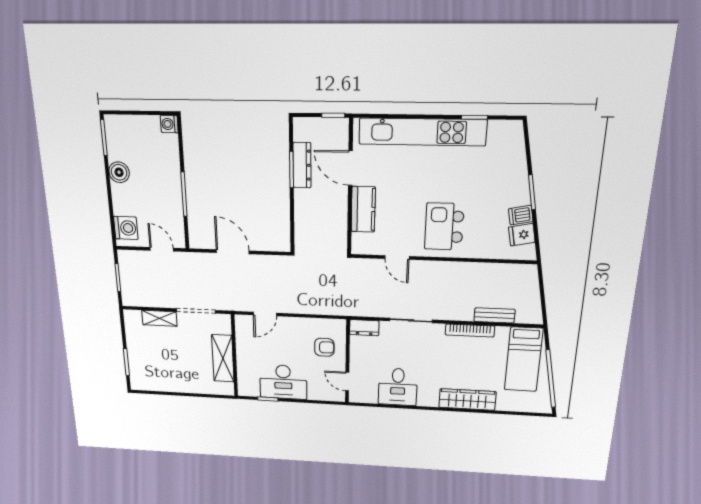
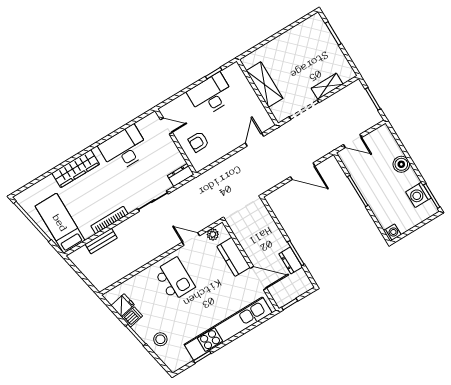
dresser: (302, 165) -> (291, 260), width x0.70
stool: (508, 169) -> (160, 339), added
boiler: (119, 172) -> (401, 164), moved
washing machine: (126, 228) -> (418, 195), moved
plant: (370, 247) -> (213, 234), added
desk: (398, 387) -> (124, 149), width x1.37

